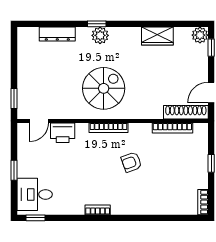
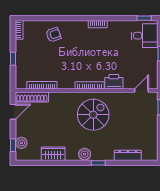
plant: (100, 35) -> (85, 154), moved
plant: (200, 35) -> (21, 143), moved
spiral stairs: (104, 88) -> (93, 115), turned 180
printer: (63, 133) -> (114, 82), moved
armchair: (131, 162) -> (53, 35), moved

